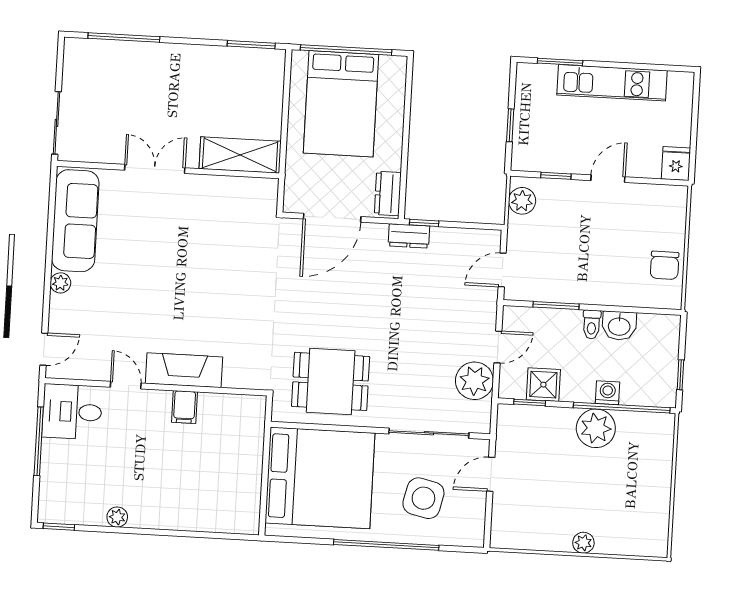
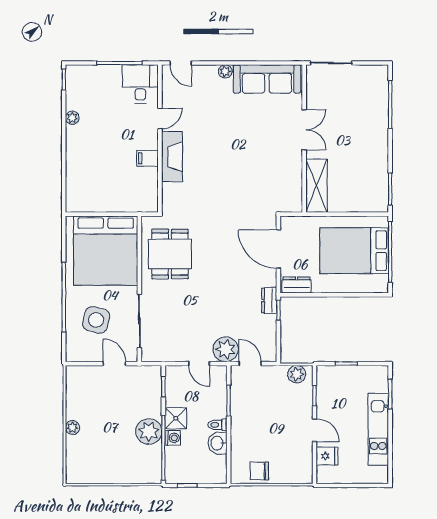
fridge: (676, 164) -> (327, 456), moved
plant: (474, 381) -> (226, 349), moved
shower: (543, 385) -> (176, 418), moved

